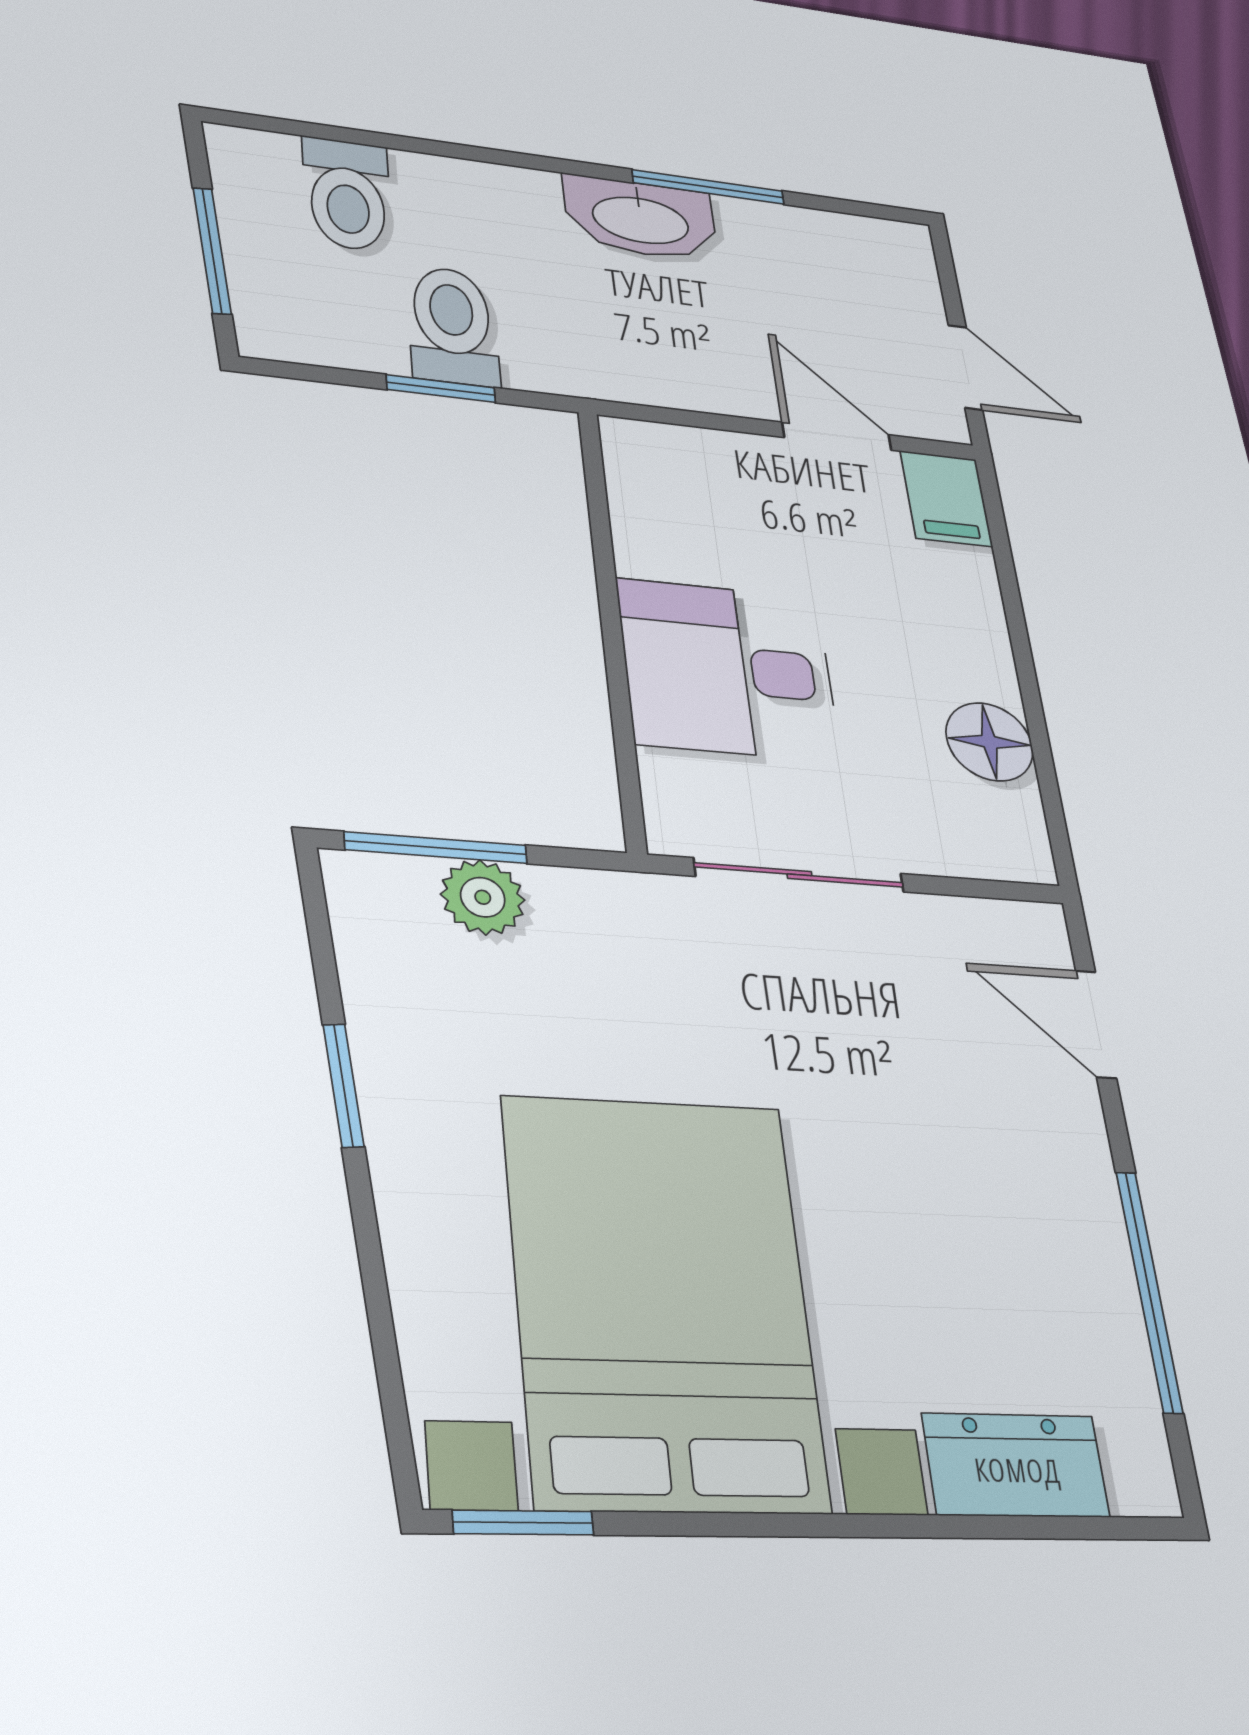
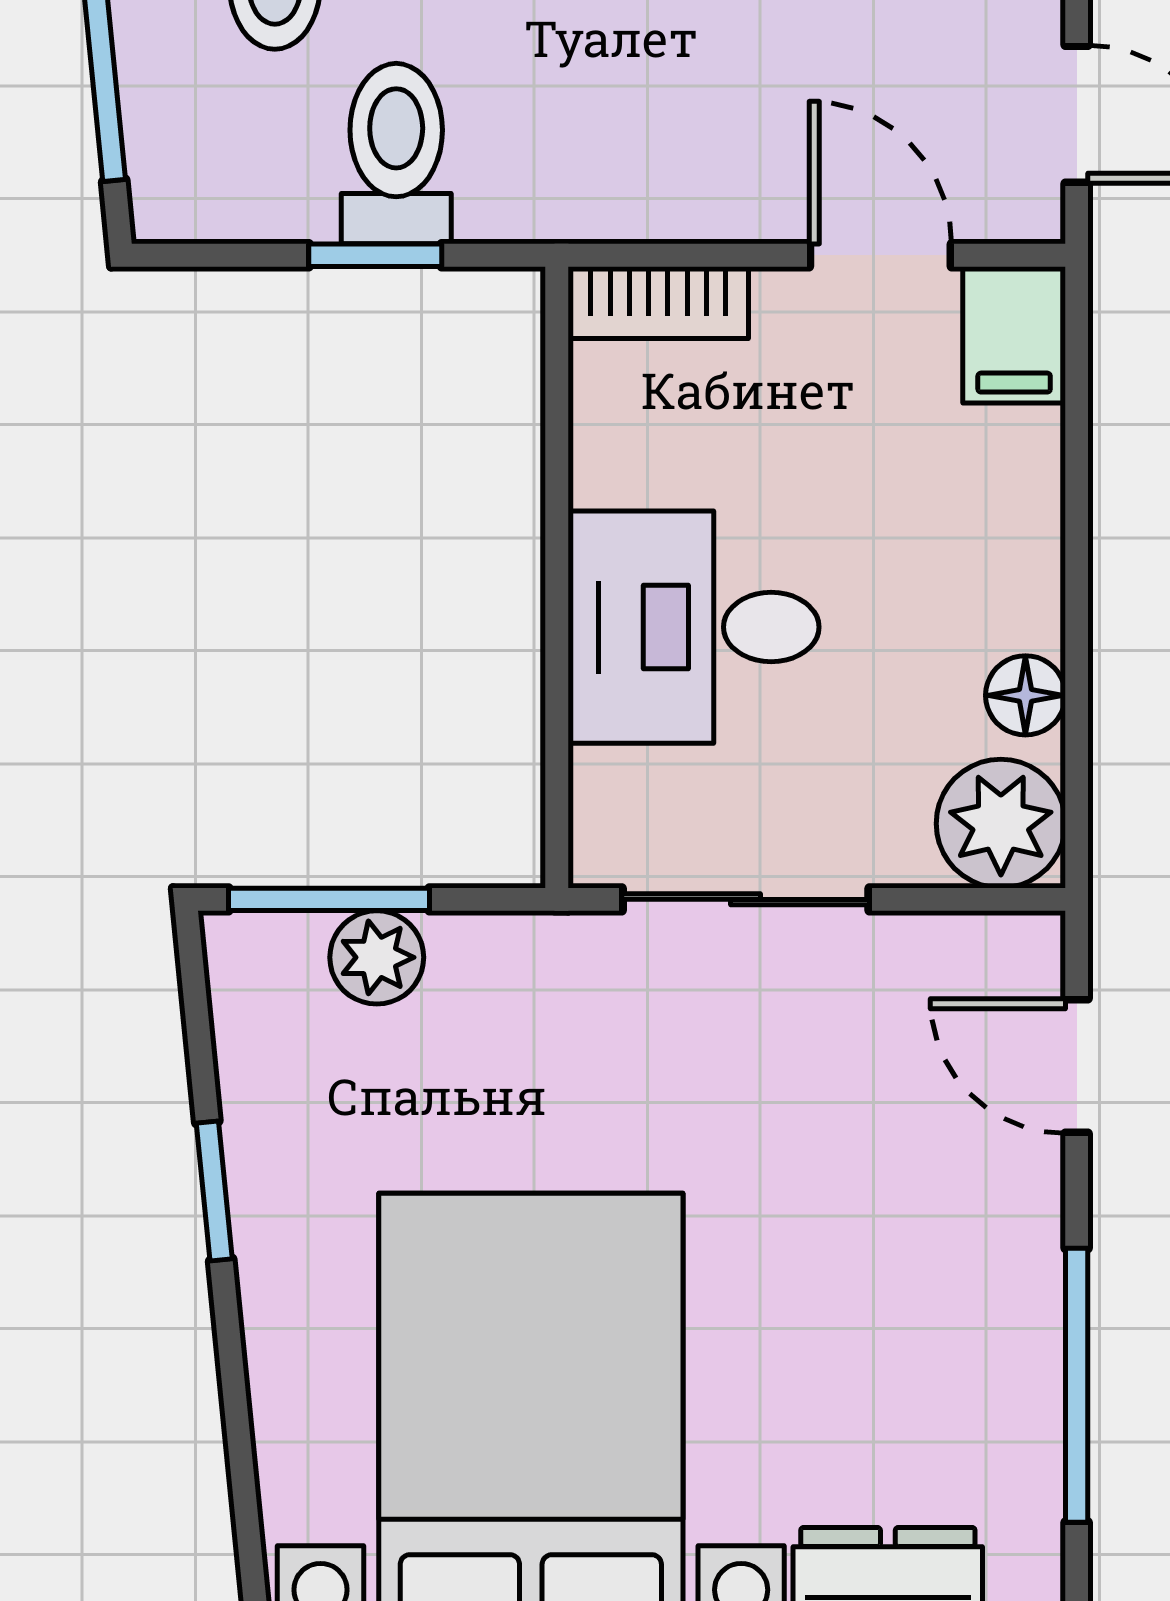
bookcase: (670, 446) -> (658, 303), added
floor lamp: (989, 742) -> (1025, 695), width x0.73, depth x0.73
plant: (999, 834) -> (1001, 824), added

